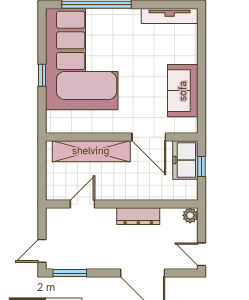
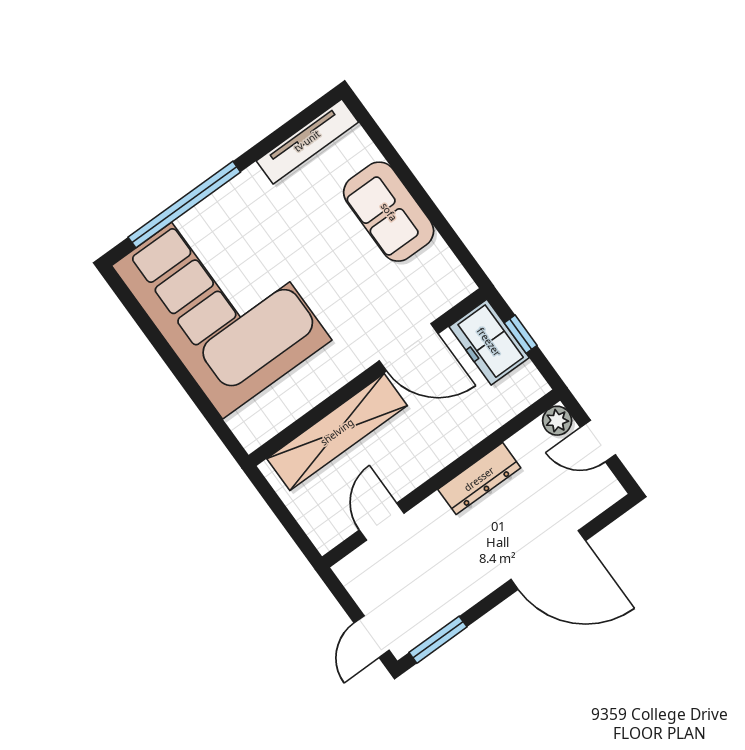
window: (42, 75) -> (179, 371), removed
sofa: (183, 91) -> (389, 212), moved
door: (202, 254) -> (598, 441), moved

